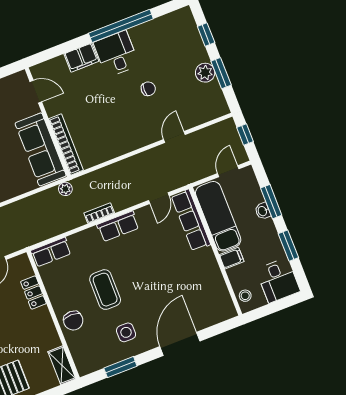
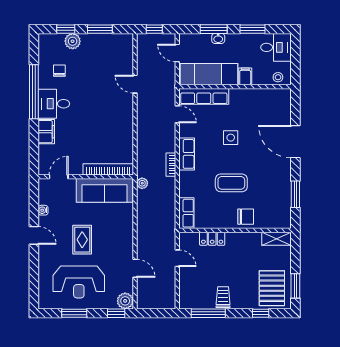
plant: (205, 73) -> (73, 41), moved
chair: (148, 89) -> (59, 71), moved
side table: (126, 332) -> (231, 138), moved

